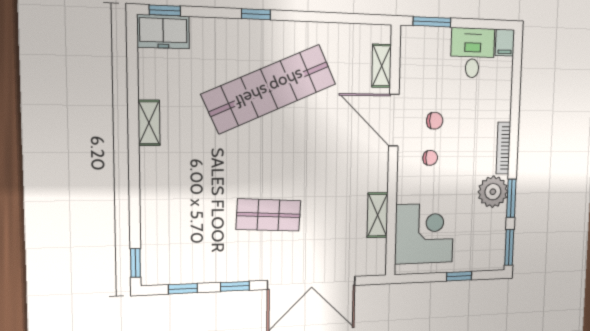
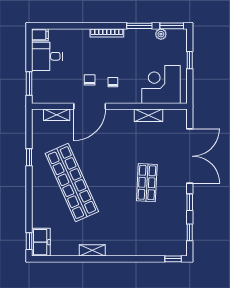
window: (256, 14) -> (29, 157), moved
plant: (493, 192) -> (161, 34), moved, width x0.53, depth x0.53

